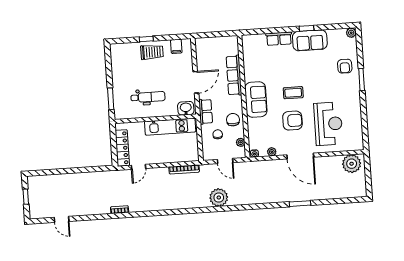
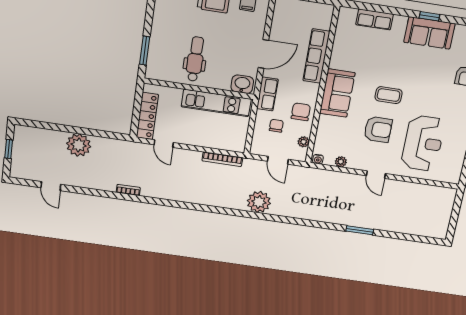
row of seats: (279, 39) -> (375, 19), moved
dental chair: (148, 97) -> (195, 59), turned -90
door: (300, 156) -> (376, 175), width x0.53
plant: (352, 164) -> (79, 145), moved
door: (138, 167) -> (164, 144), hinge flipped

